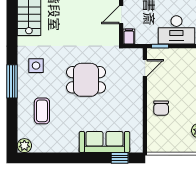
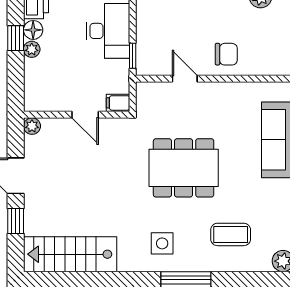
door: (145, 68) -> (185, 79), moved
dining table: (86, 80) -> (184, 168), width x1.38

